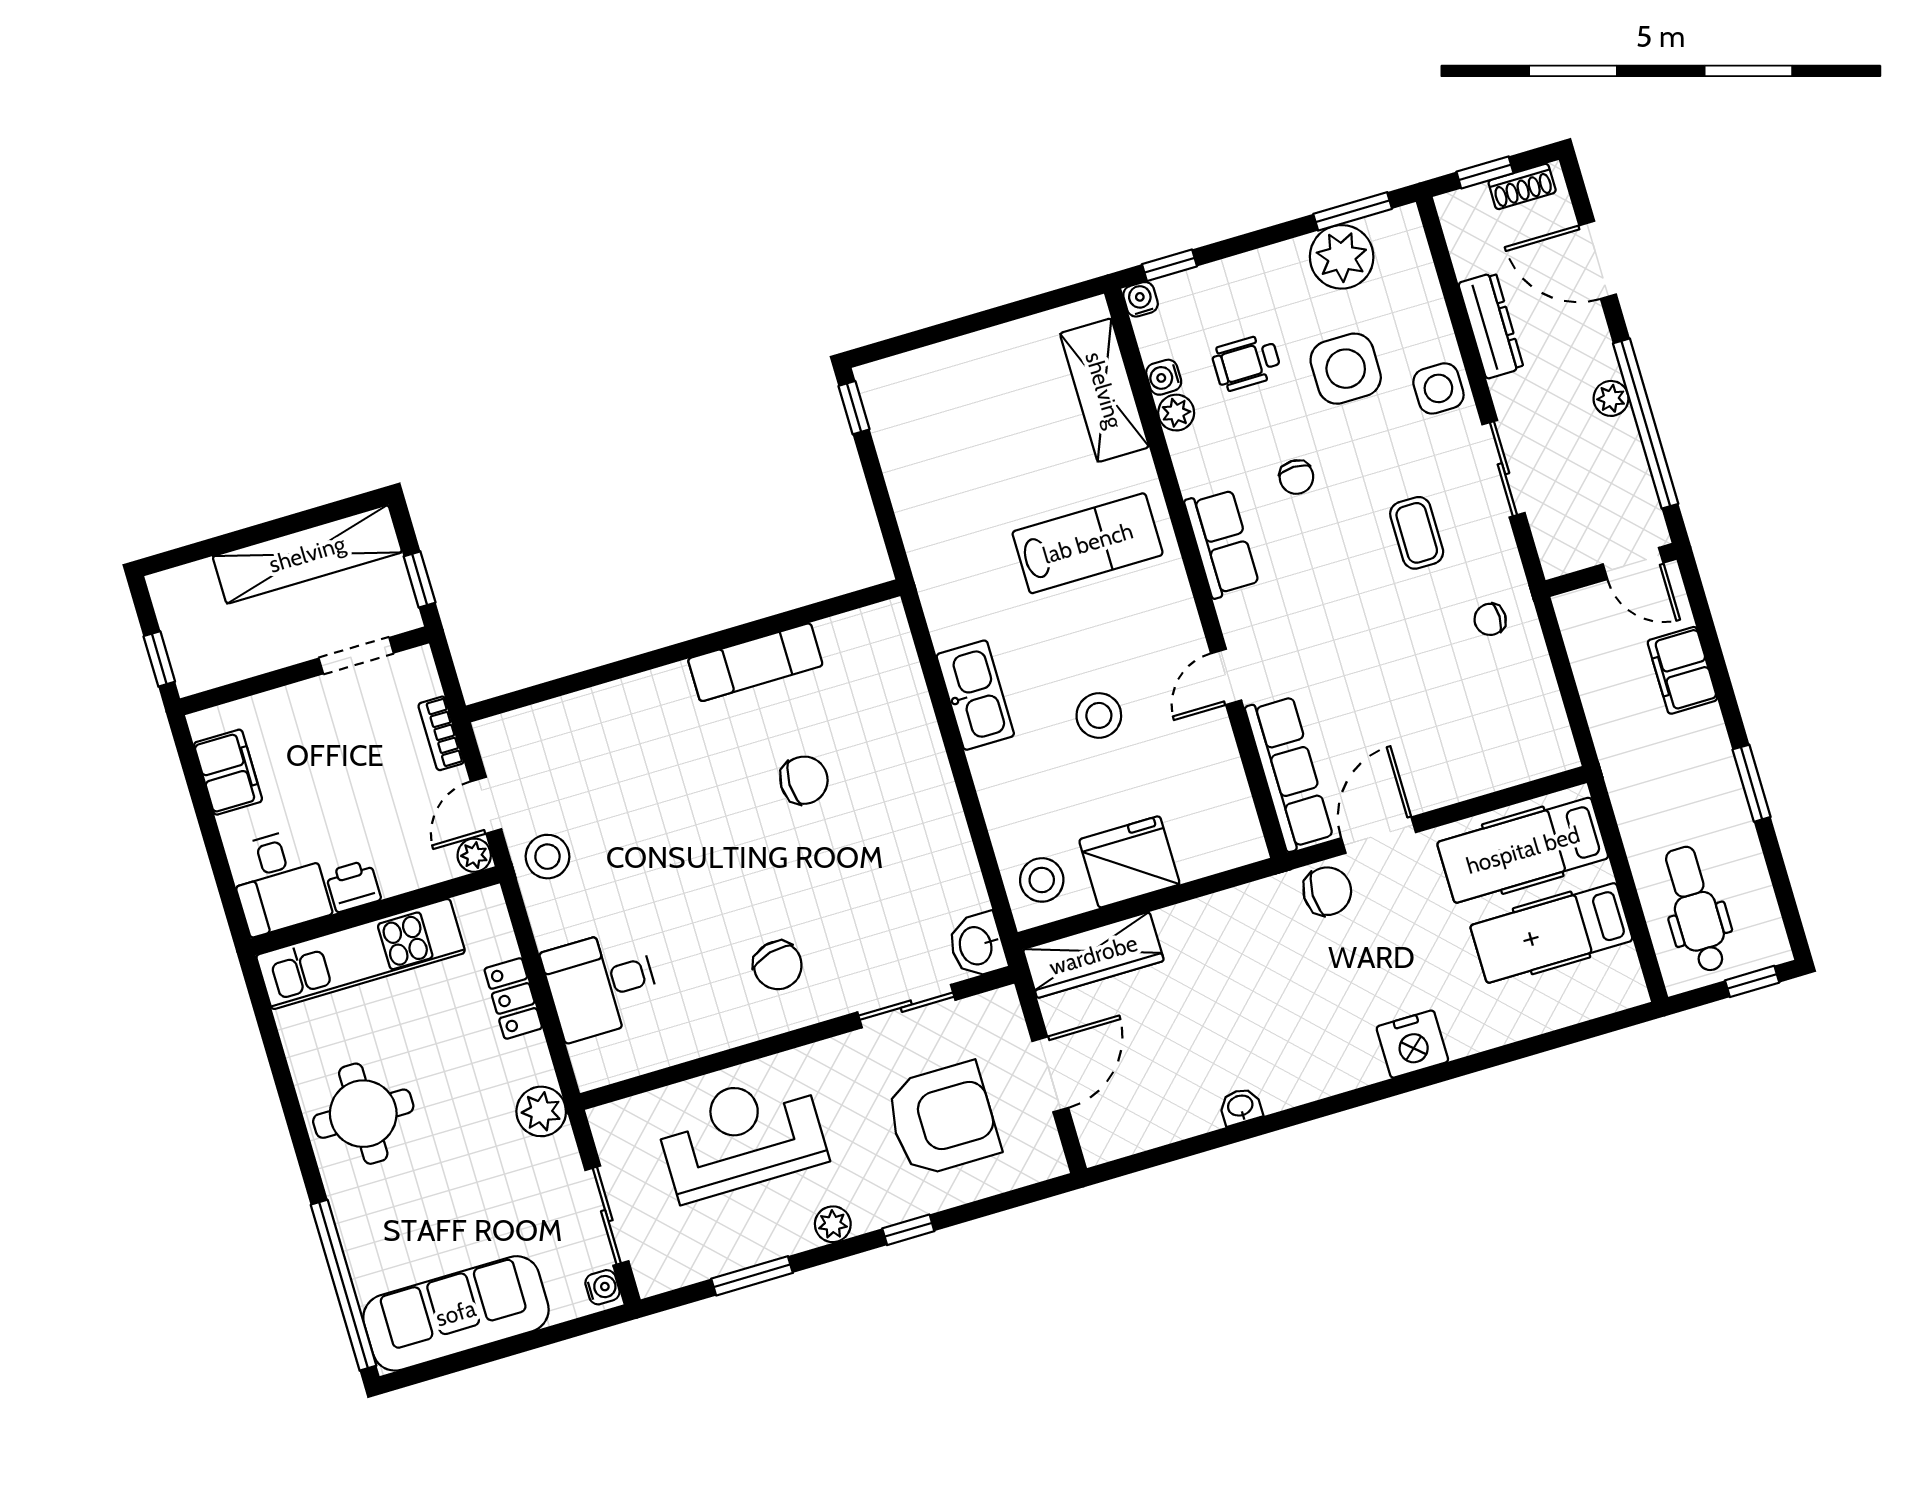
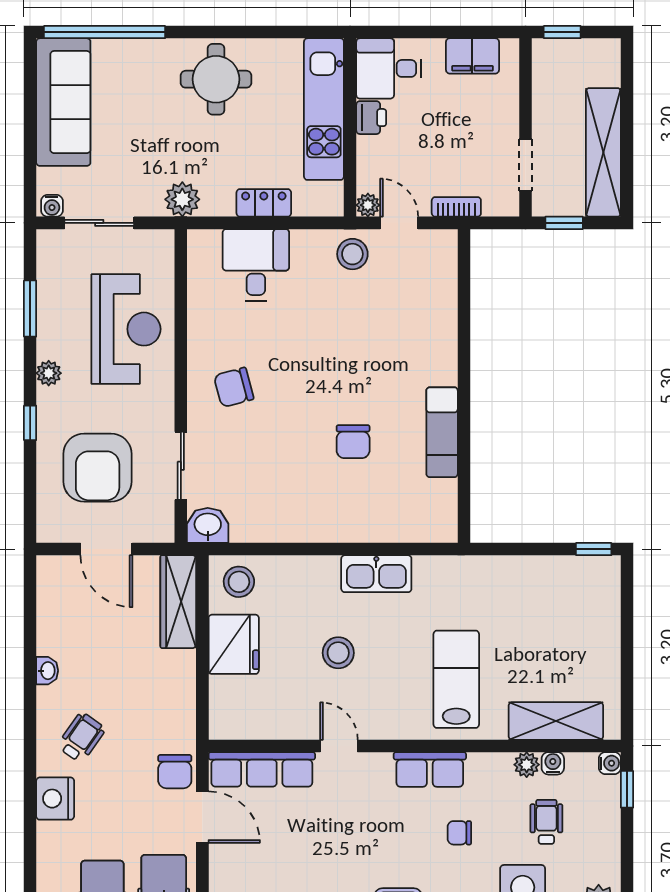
lab bench: (1088, 543) -> (456, 679), turned 180
wheelchair: (1318, 1033) -> (81, 738), added

